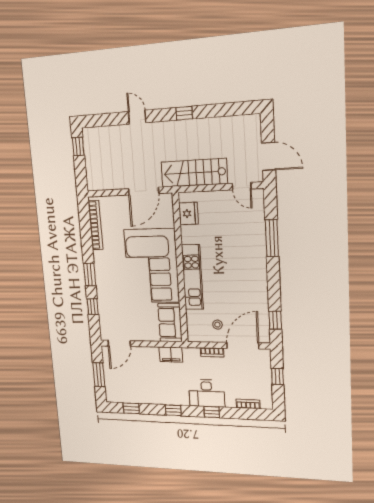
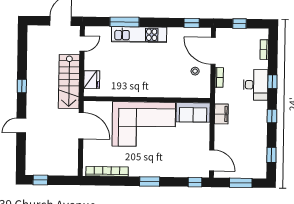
fridge: (188, 214) -> (92, 80), moved, turned 90
kitchen unit: (192, 277) -> (139, 35), moved, turned 180
window: (93, 307) -> (195, 182), moved

